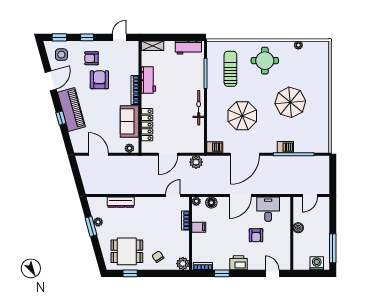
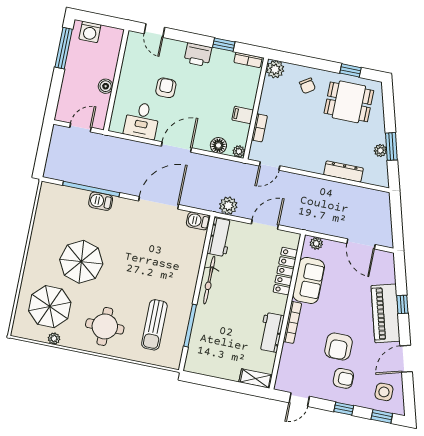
workbench: (188, 47) -> (220, 237), moved, turned 90
parasol: (242, 116) -> (50, 307), moved

